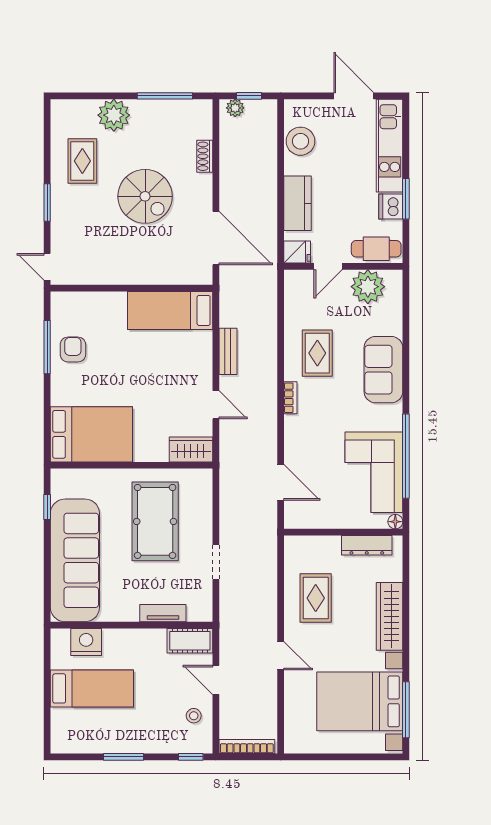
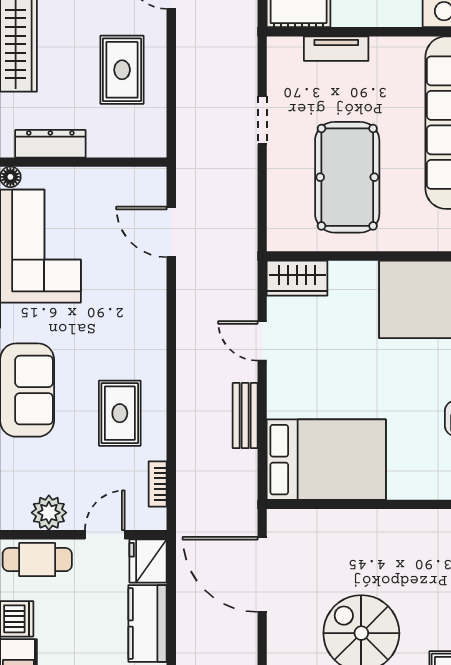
fridge: (297, 252) -> (148, 561), width x1.38
plant: (368, 287) -> (49, 513), width x0.73, depth x0.73
bed: (170, 310) -> (326, 460), width x1.50
bookcase: (290, 398) -> (158, 484), moved

